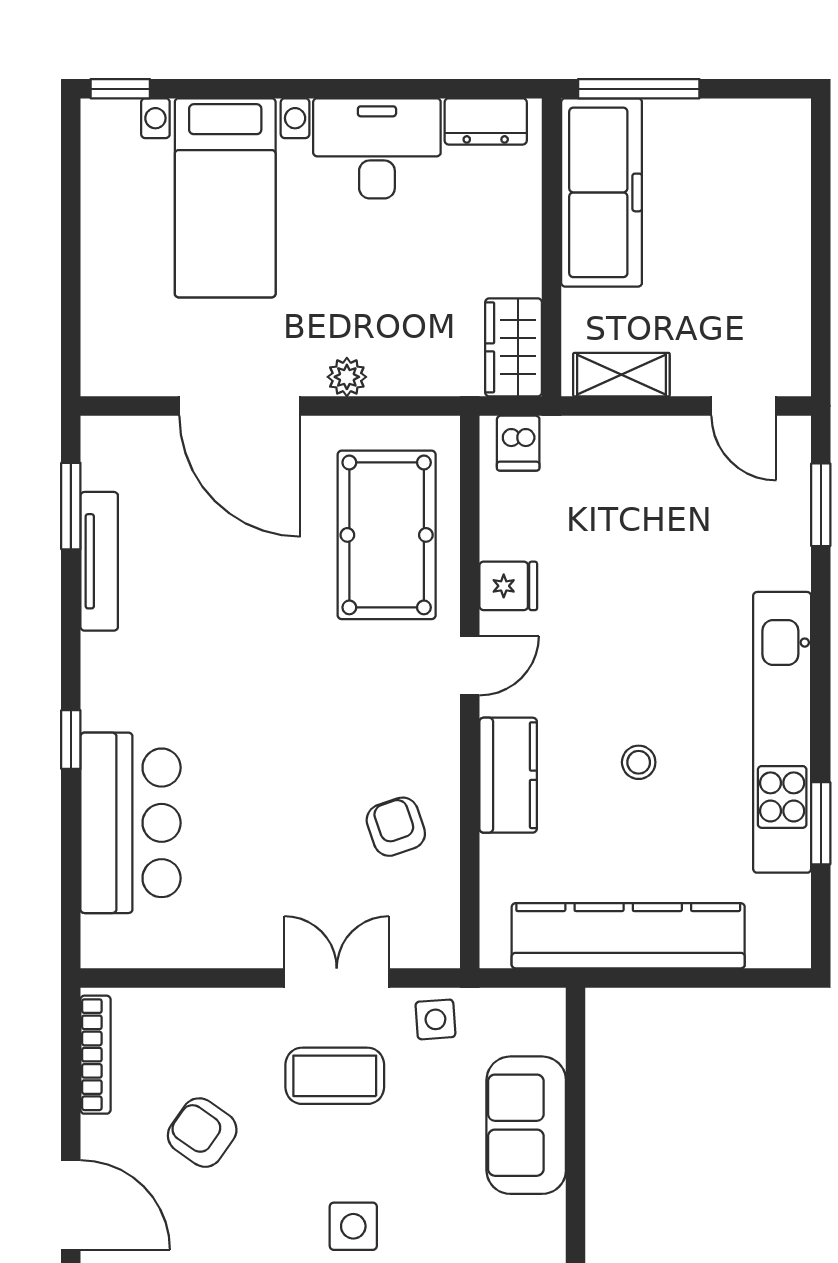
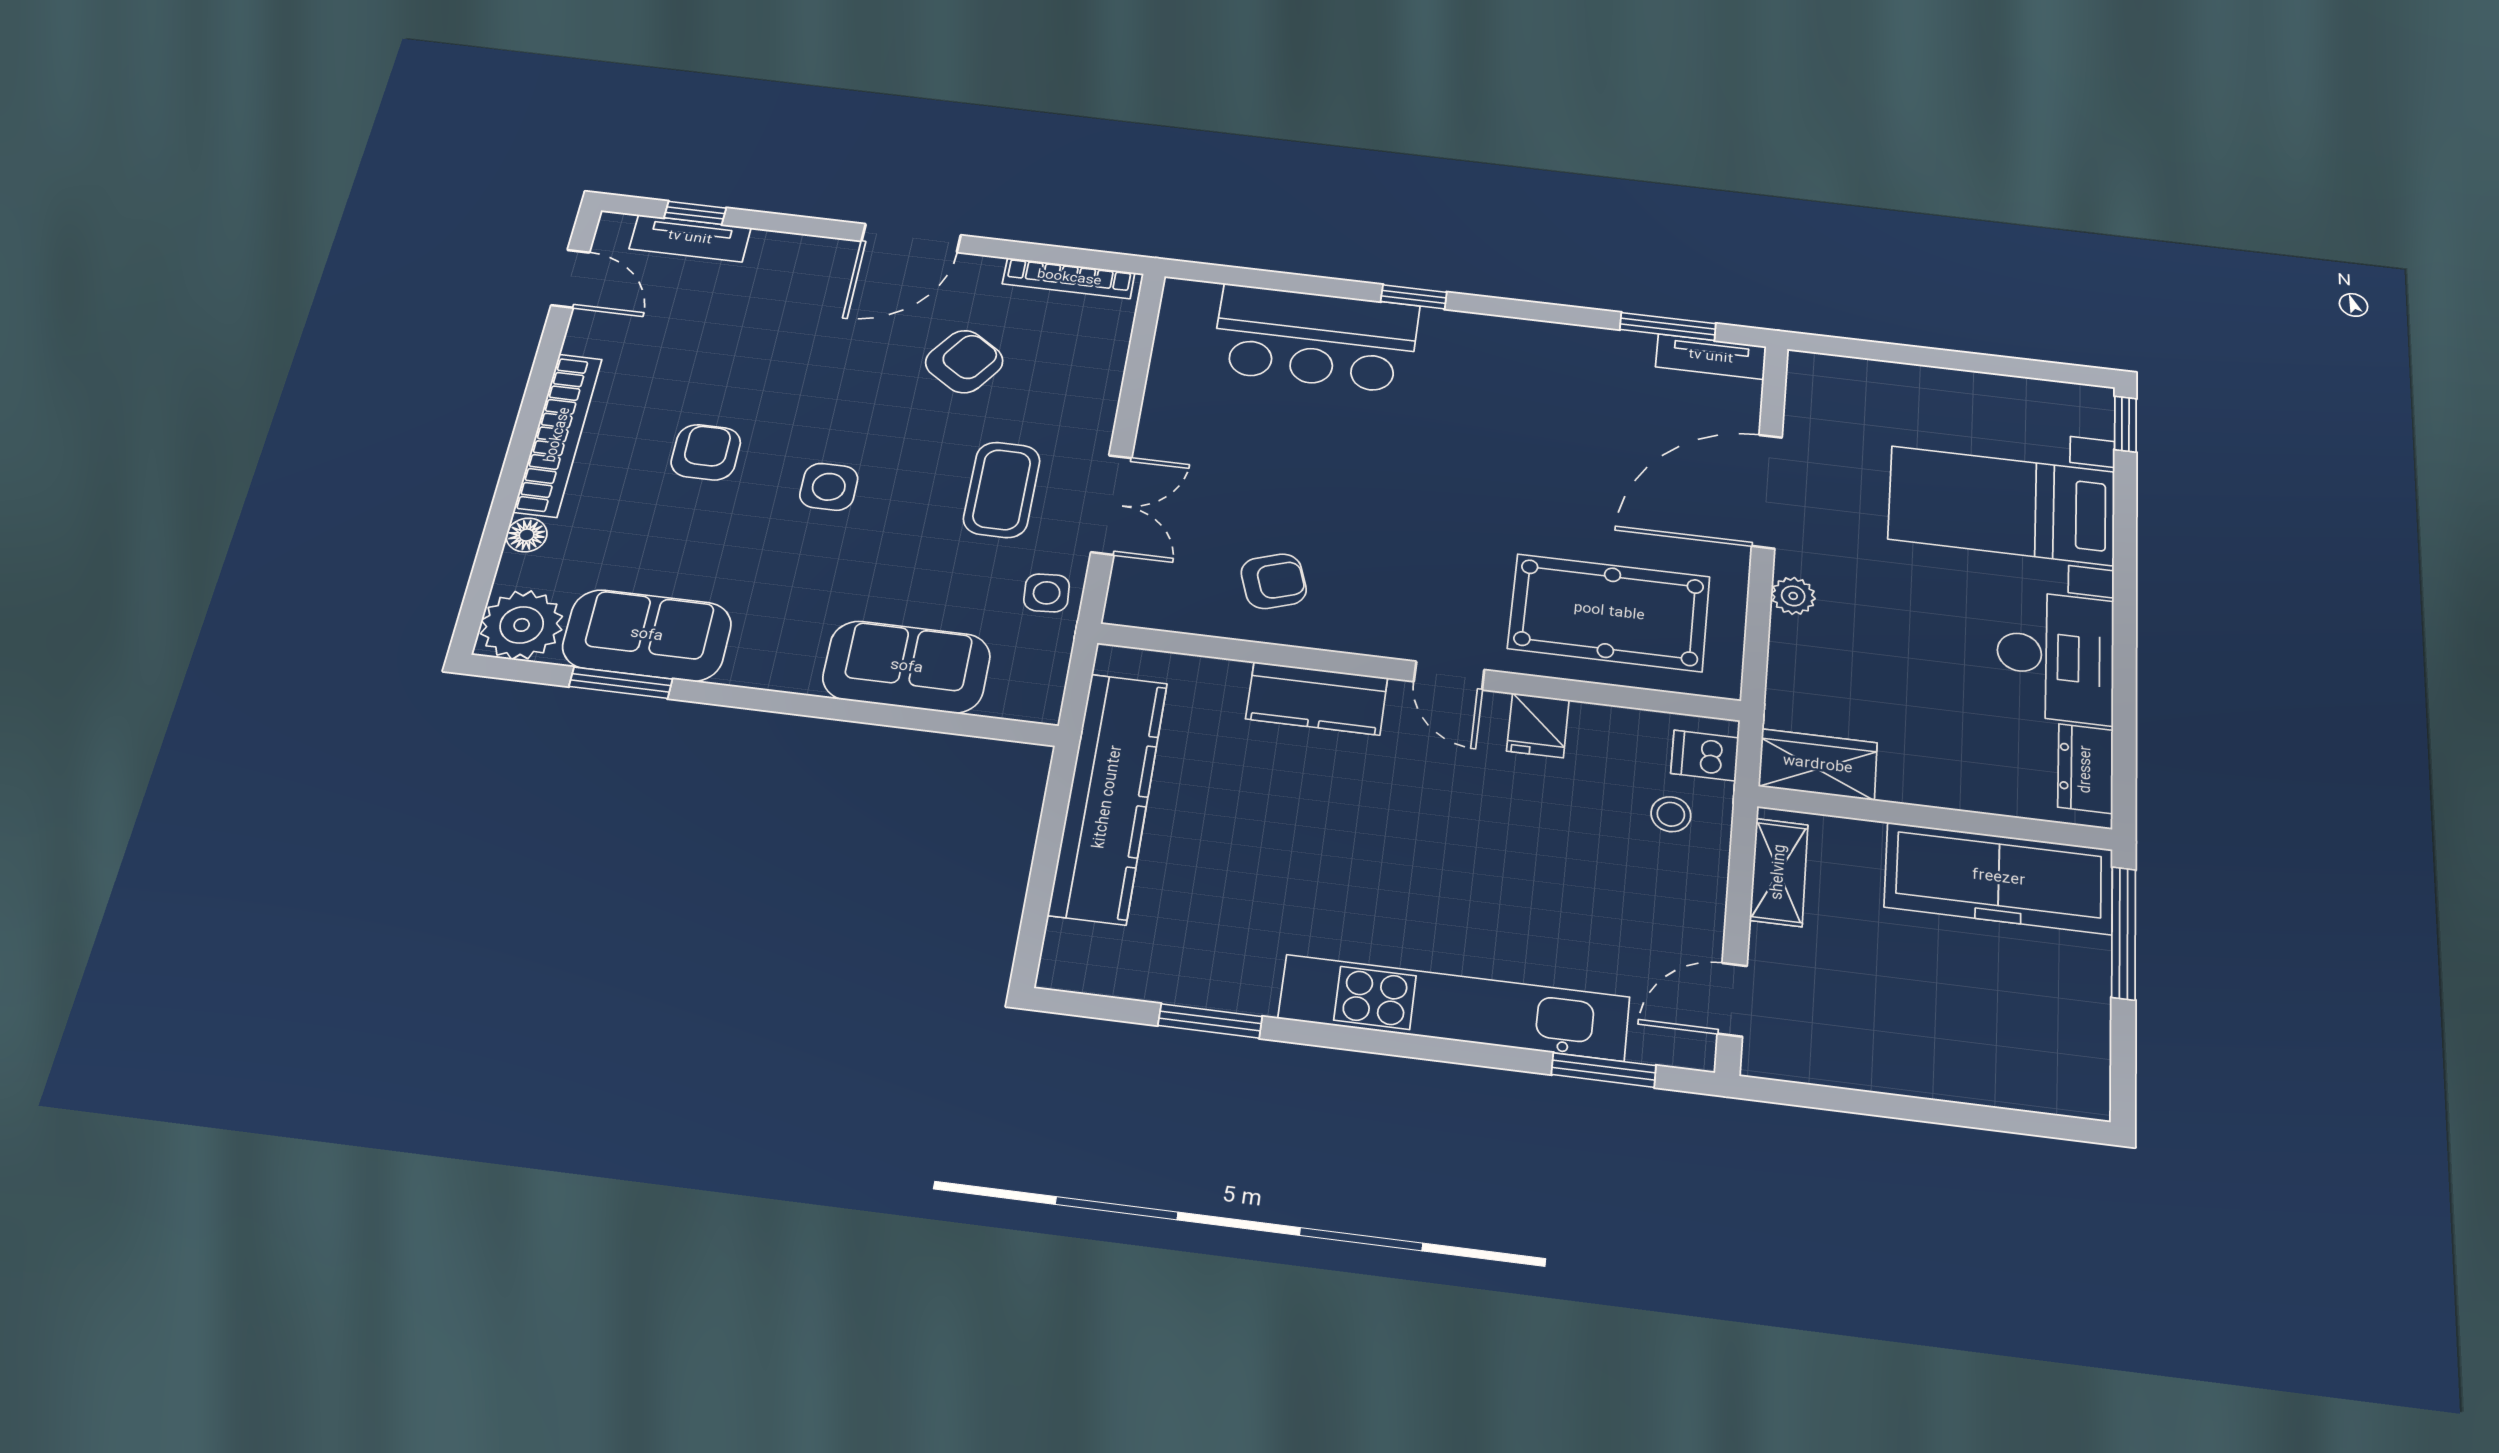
tv unit: (99, 561) -> (1711, 357), moved, width x0.71
kitchen unit: (782, 732) -> (1454, 1008), moved
stool: (639, 762) -> (1671, 814), moved

